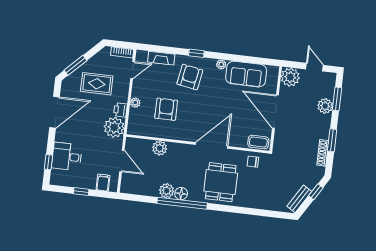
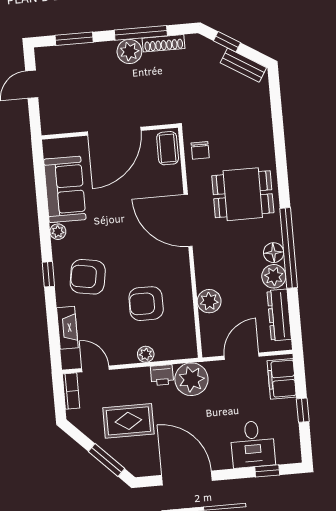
plant: (290, 77) -> (55, 119), removed
rug: (97, 84) -> (128, 421), turned 90
plant: (325, 106) -> (129, 51), moved
window: (332, 140) -> (141, 33), width x1.44
filing cabinet: (103, 183) -> (282, 379), width x2.00
dresser: (142, 189) -> (279, 315), added

